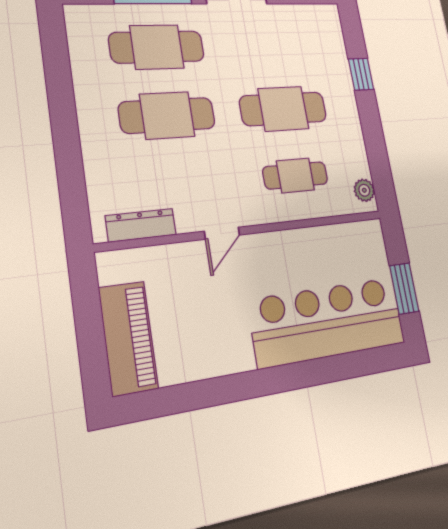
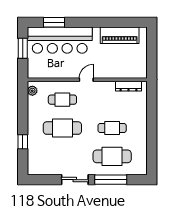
cafe table: (167, 115) -> (112, 128), width x0.73, depth x0.74
door: (222, 233) -> (86, 80), moved
piano: (128, 338) -> (120, 35), moved, turned -90
window: (349, 365) -> (54, 22), added

